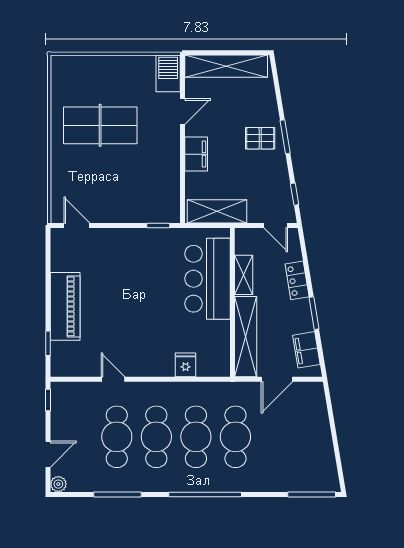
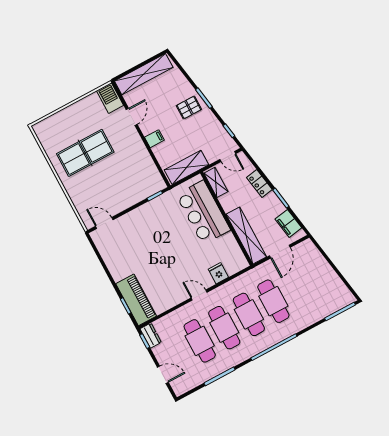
filing cabinet: (196, 154) -> (154, 139), width x0.50
shelving: (244, 275) -> (216, 182), moved
piano: (65, 306) -> (136, 300), moved
door: (113, 379) -> (199, 295), moved
dresser: (59, 397) -> (151, 336), added
door: (48, 454) -> (163, 375), hinge flipped
plant: (58, 484) -> (179, 390), removed

